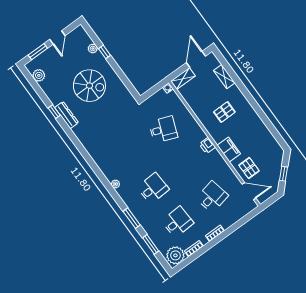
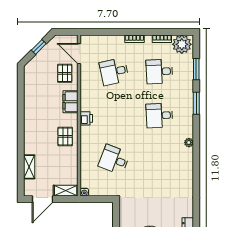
pallet: (224, 112) -> (65, 136), moved, turned 90

